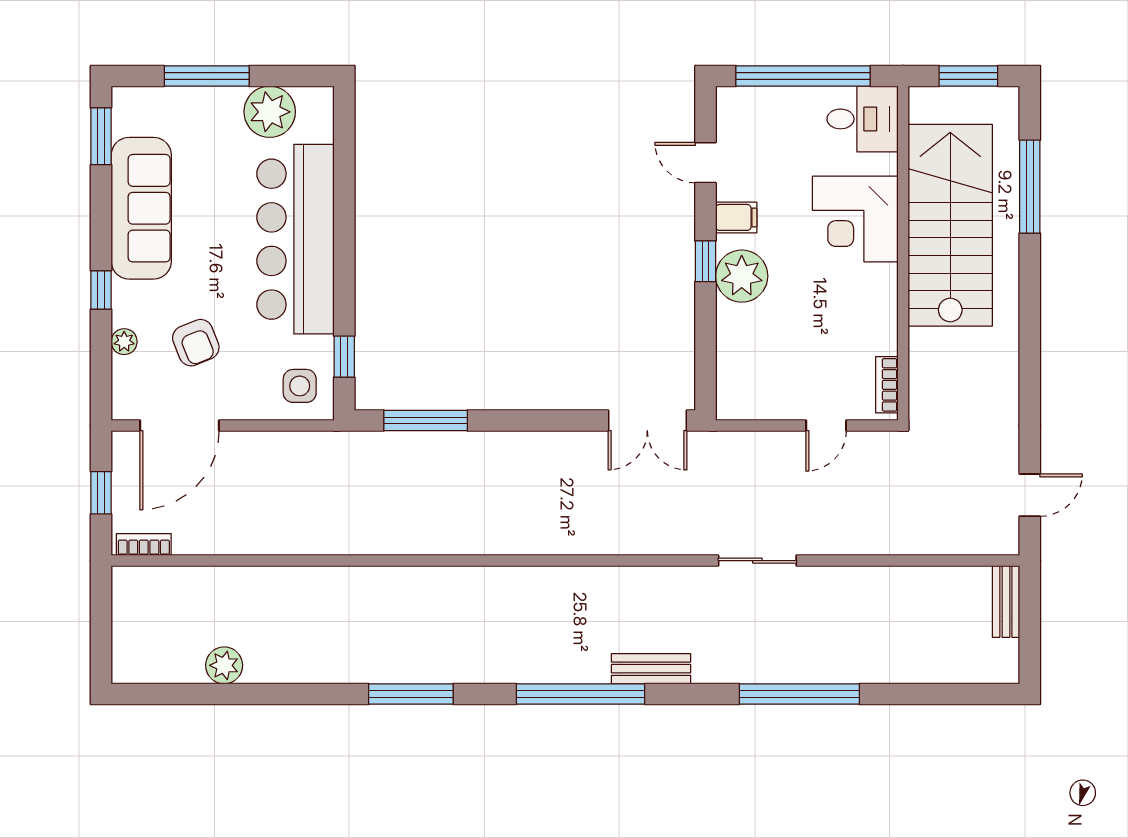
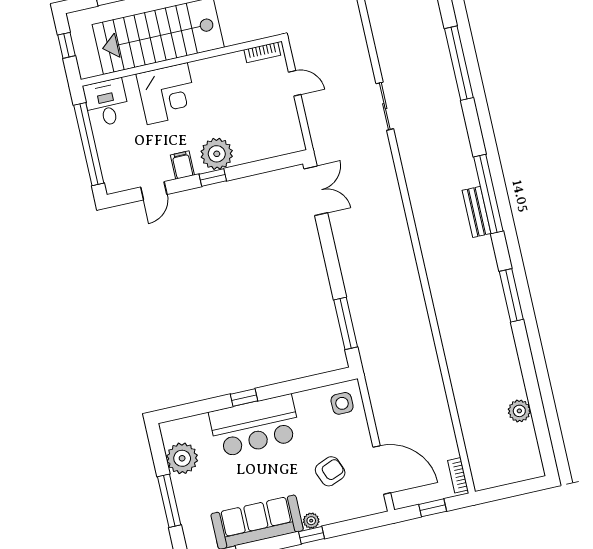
window: (968, 76) -> (67, 45), width x0.67
bar counter: (295, 239) -> (255, 426), width x0.73
plant: (124, 342) -> (311, 521), moved
window: (344, 357) -> (244, 398), moved
bench: (651, 669) -> (477, 212), moved

